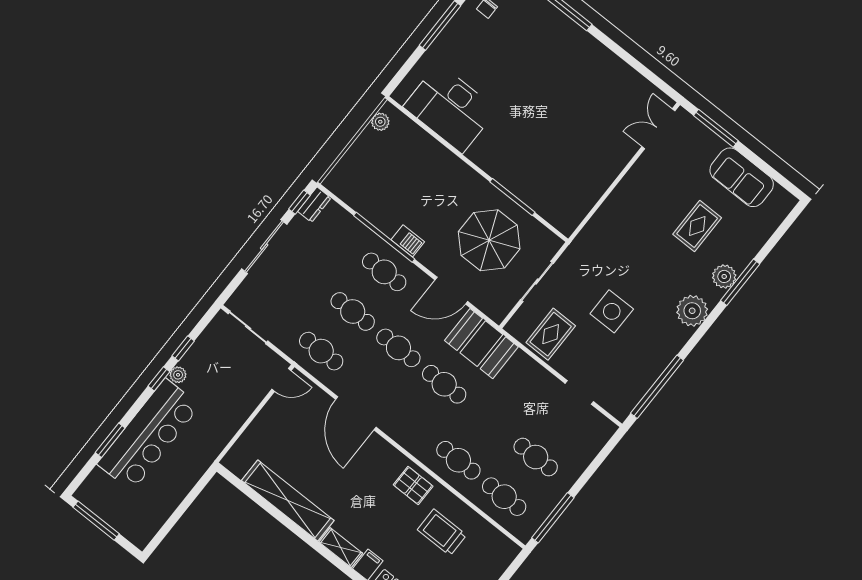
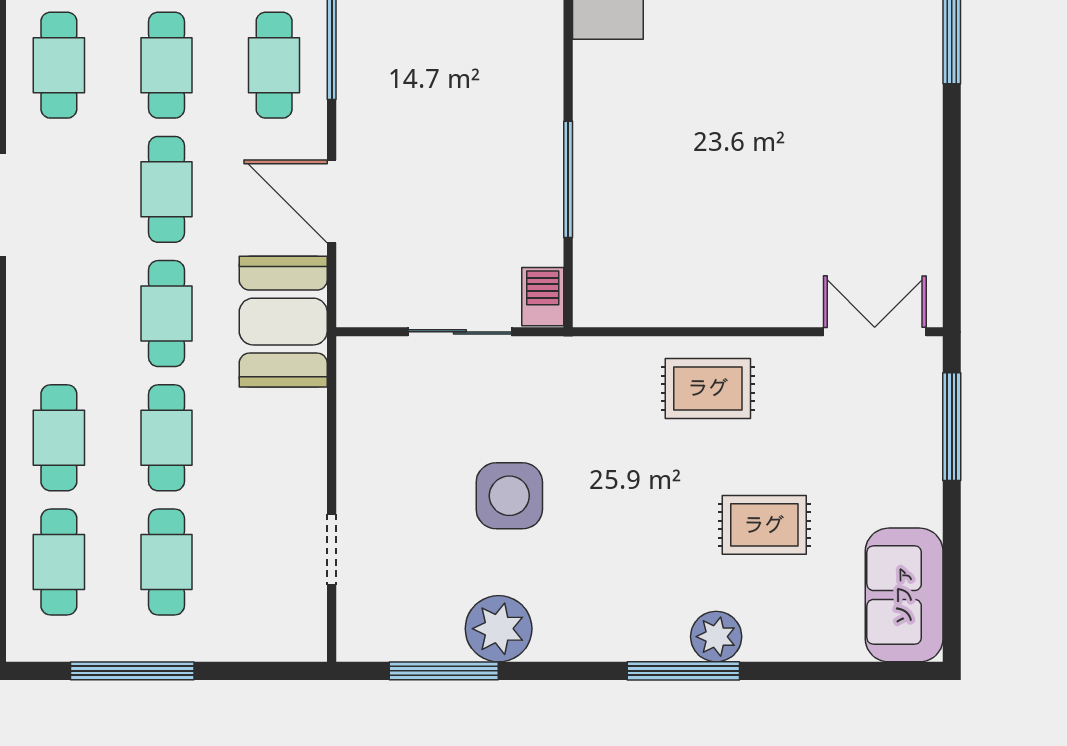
sofa: (742, 177) -> (904, 595), moved
parasol: (489, 240) -> (465, 198), removed
barbecue: (408, 241) -> (543, 297), moved, turned 180
window: (740, 282) -> (683, 671), moved
plant: (692, 311) -> (499, 629), moved
rug: (551, 334) -> (708, 388), moved
window: (657, 387) -> (444, 671), width x0.68
cafe table: (490, 421) -> (166, 438), added
window: (553, 518) -> (132, 671), moved

